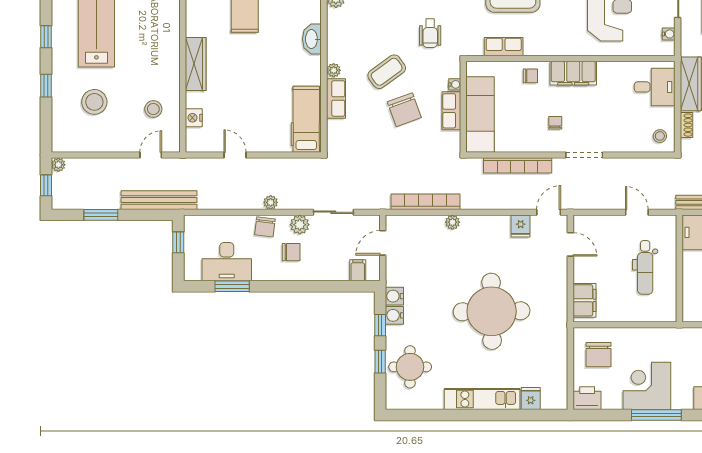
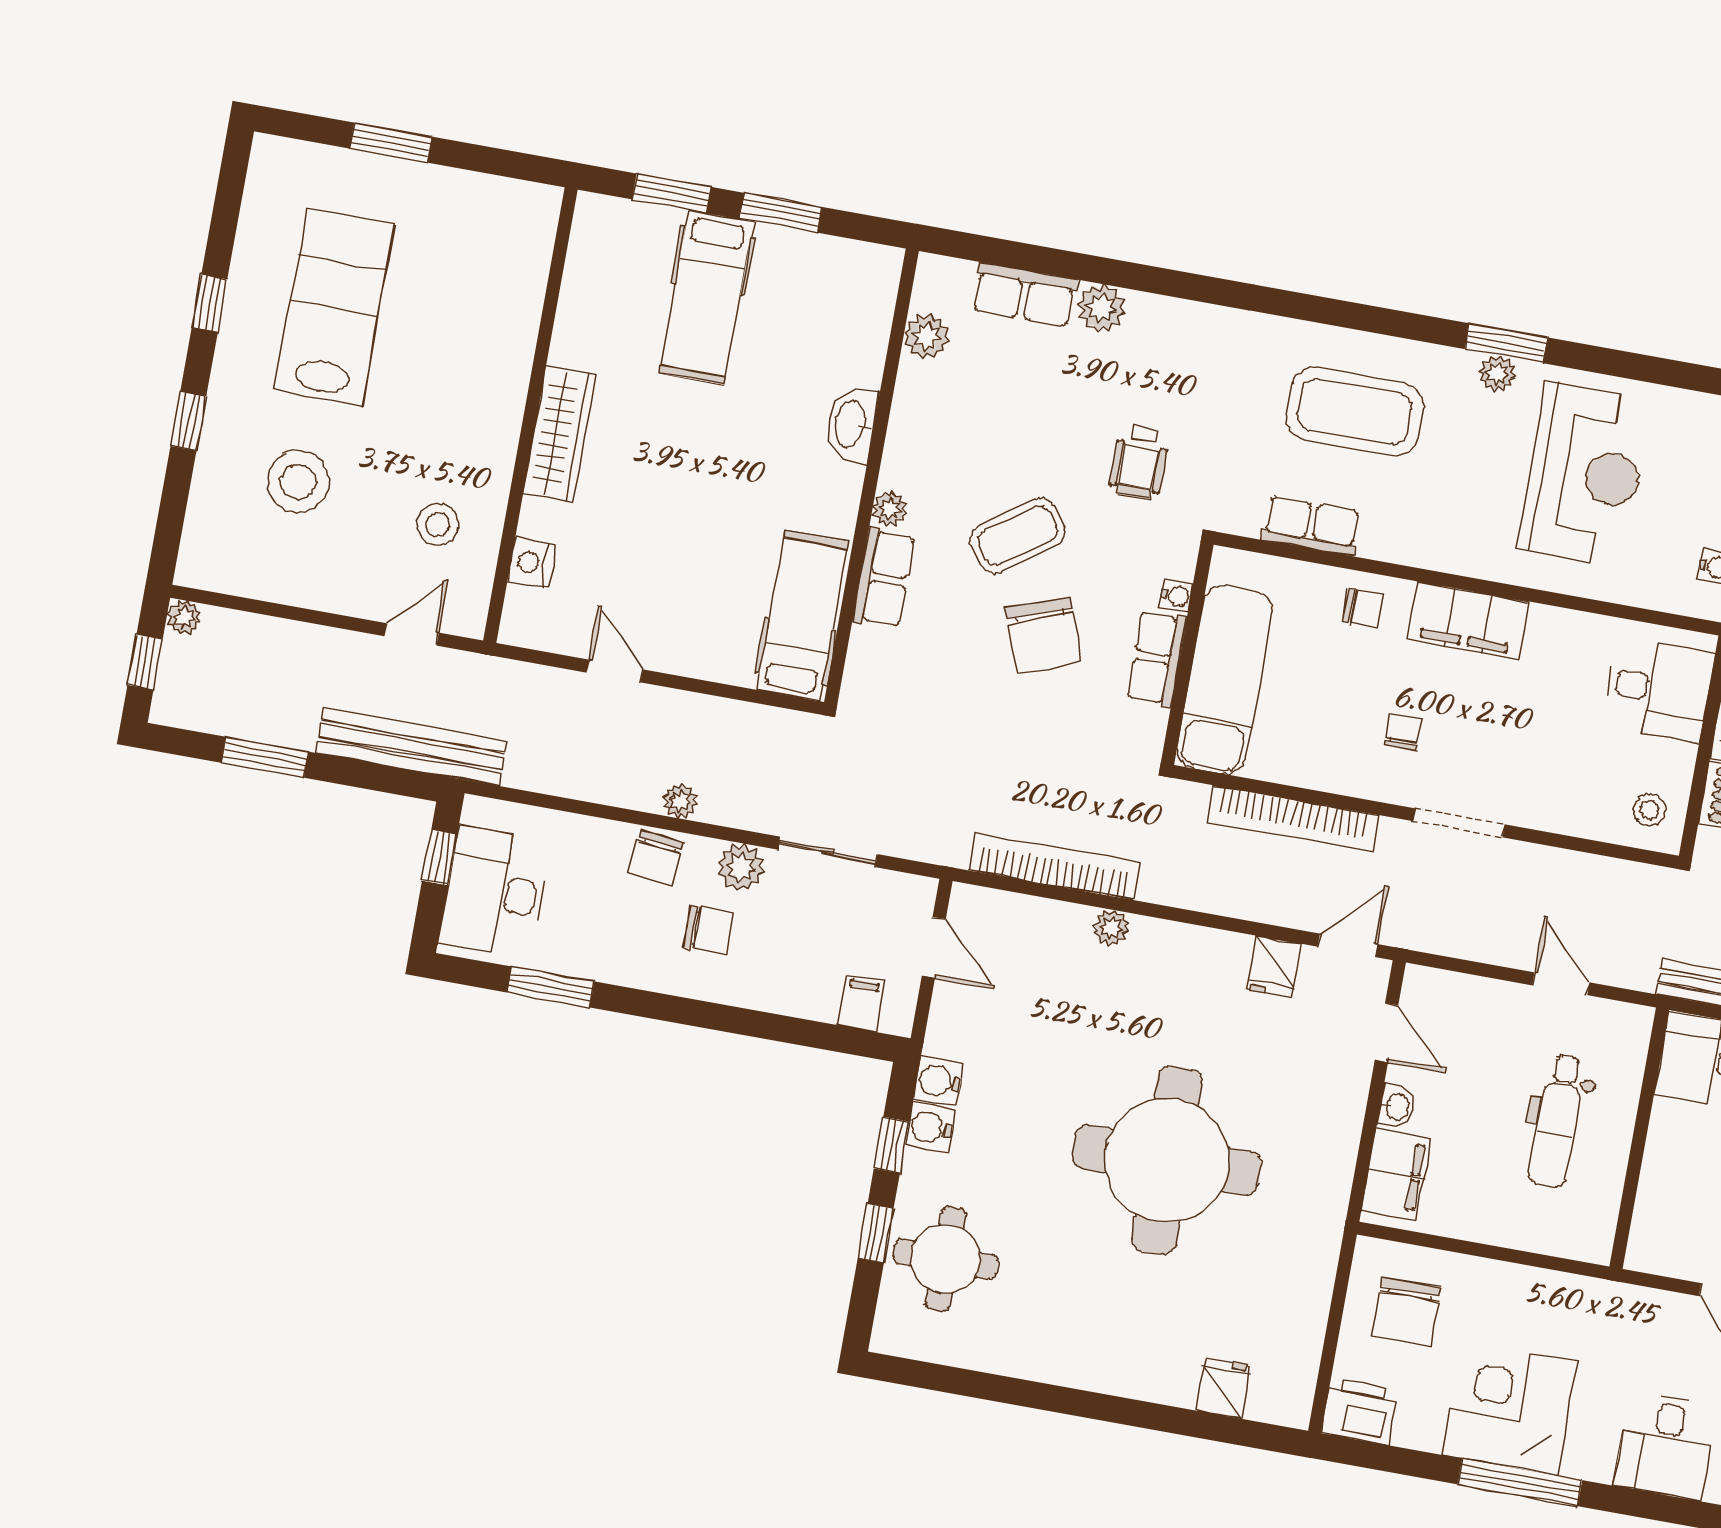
door: (383, 243) -> (934, 947), swing flipped
desk: (227, 262) -> (495, 892), moved, turned 90
washbasin: (580, 273) -> (1397, 1107), added
kitchen unit: (482, 399) -> (1106, 1368), removed

